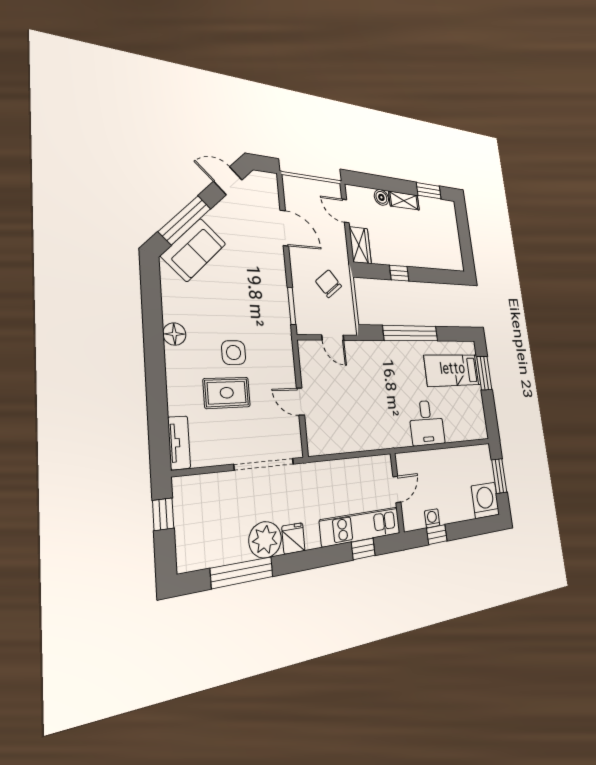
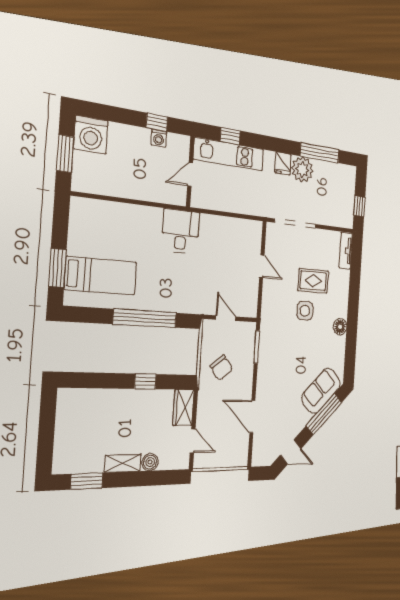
desk: (427, 423) -> (181, 232), moved

